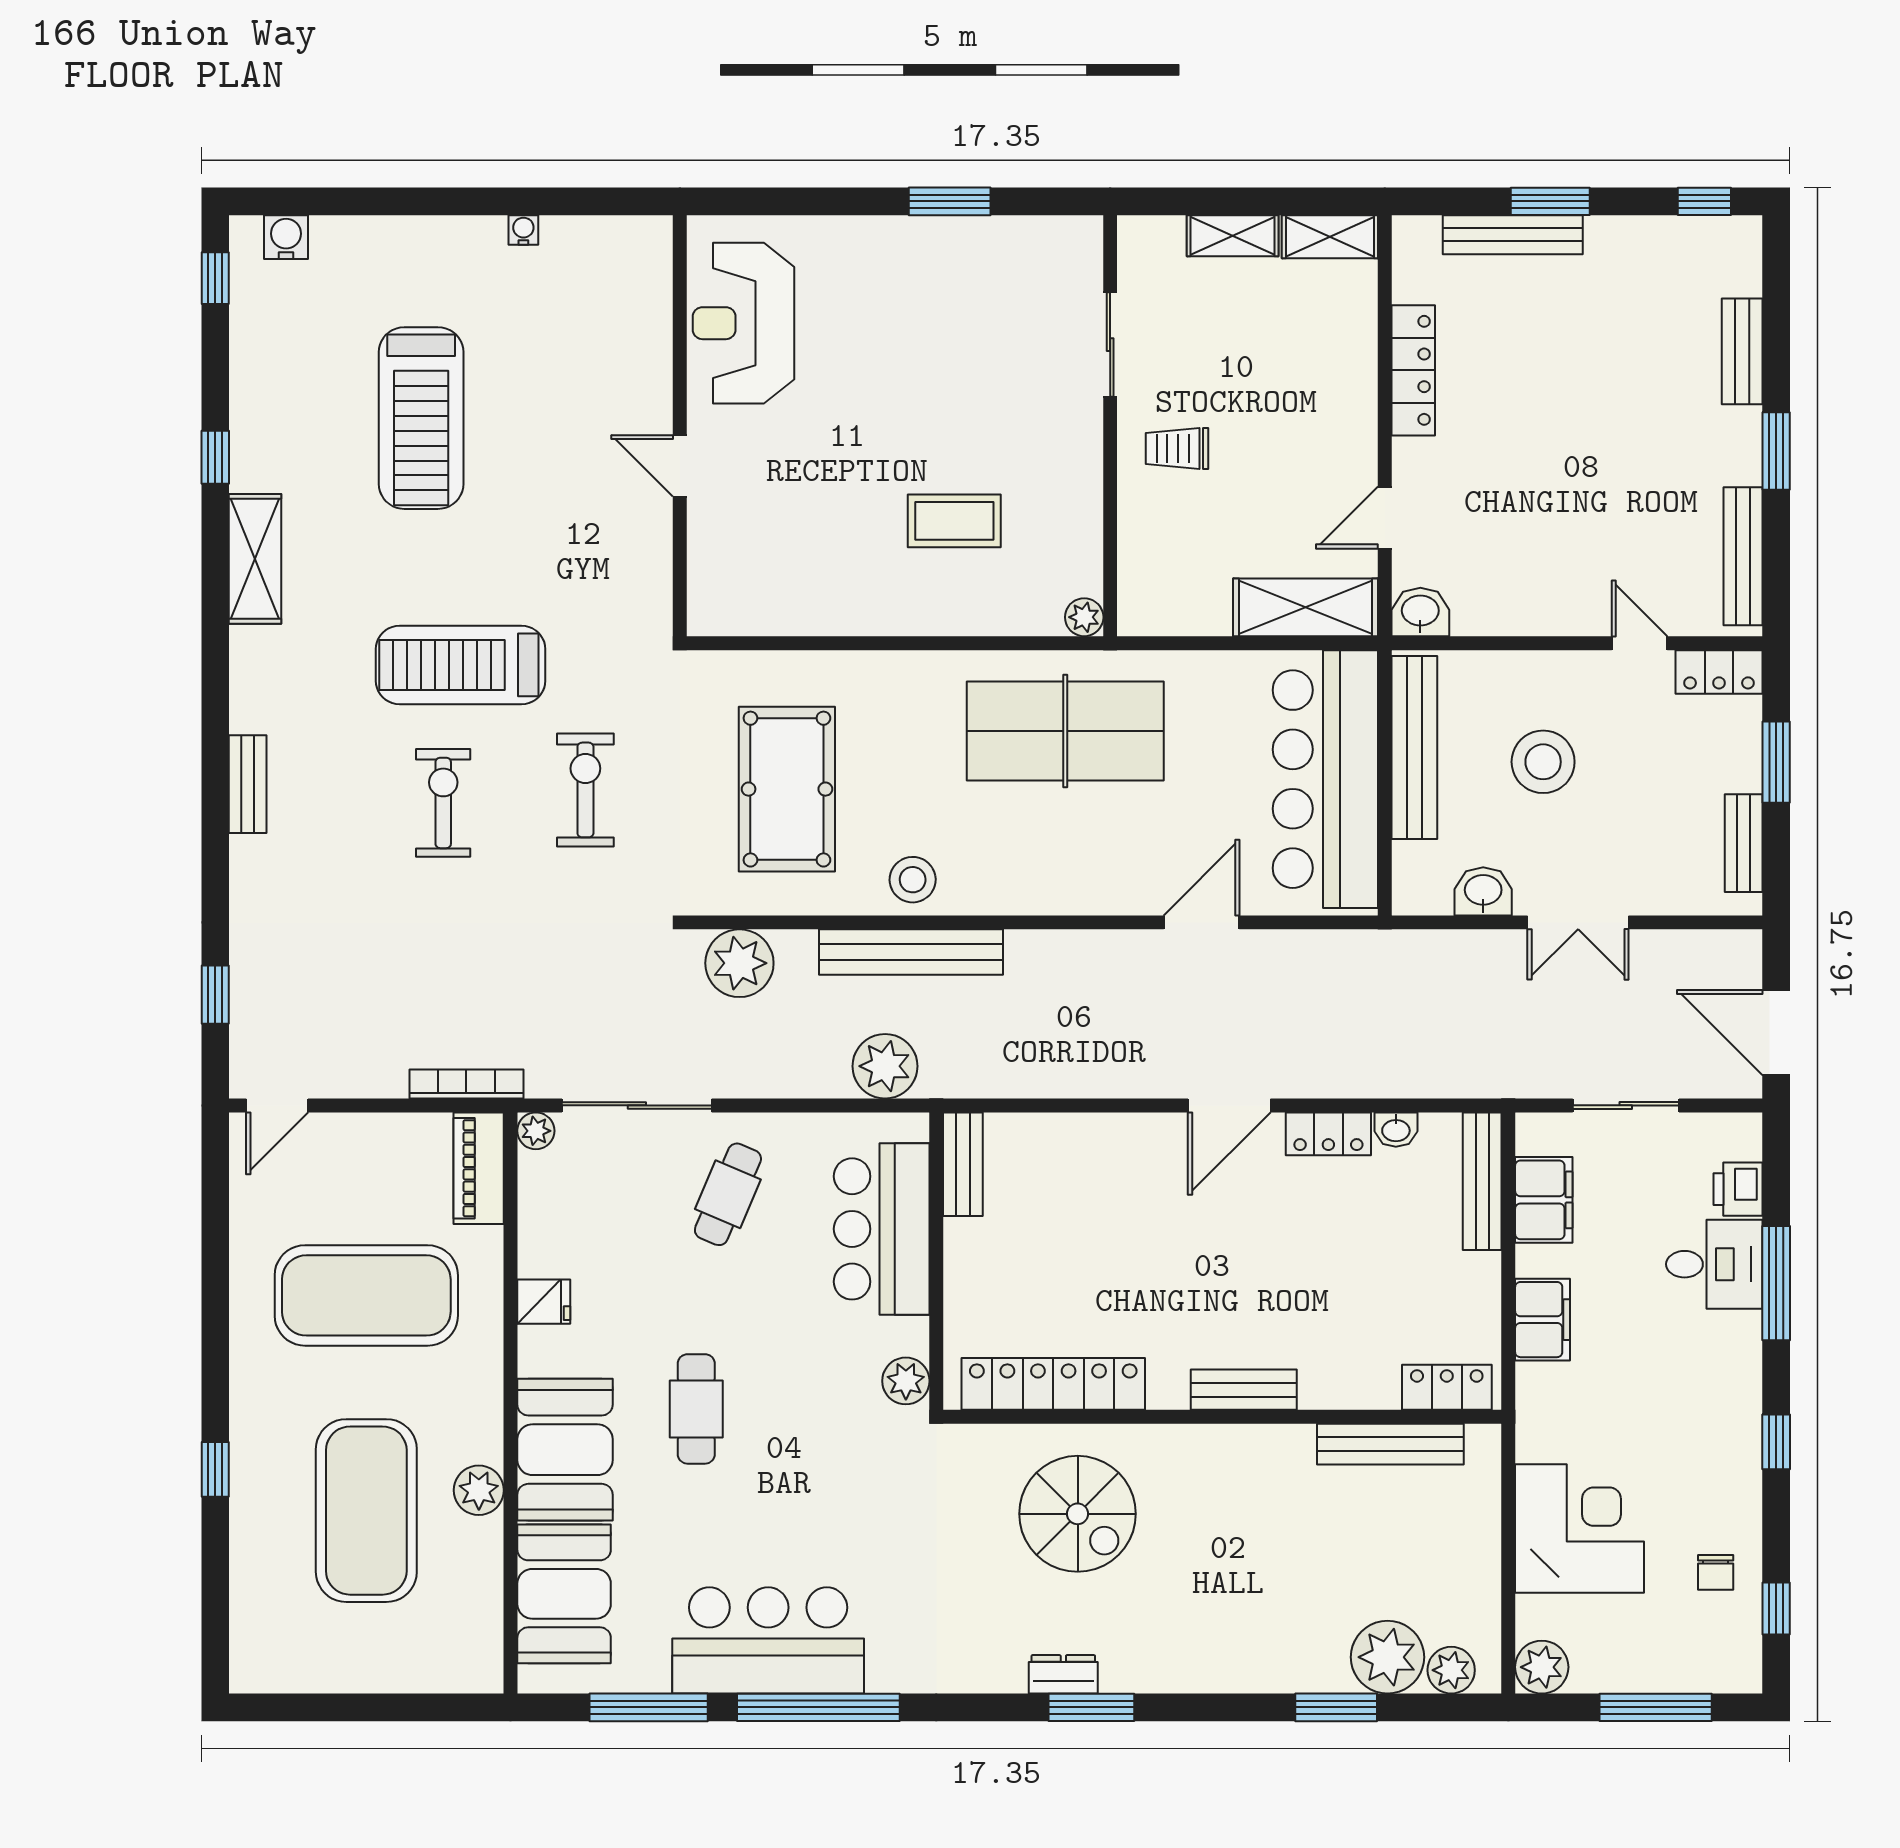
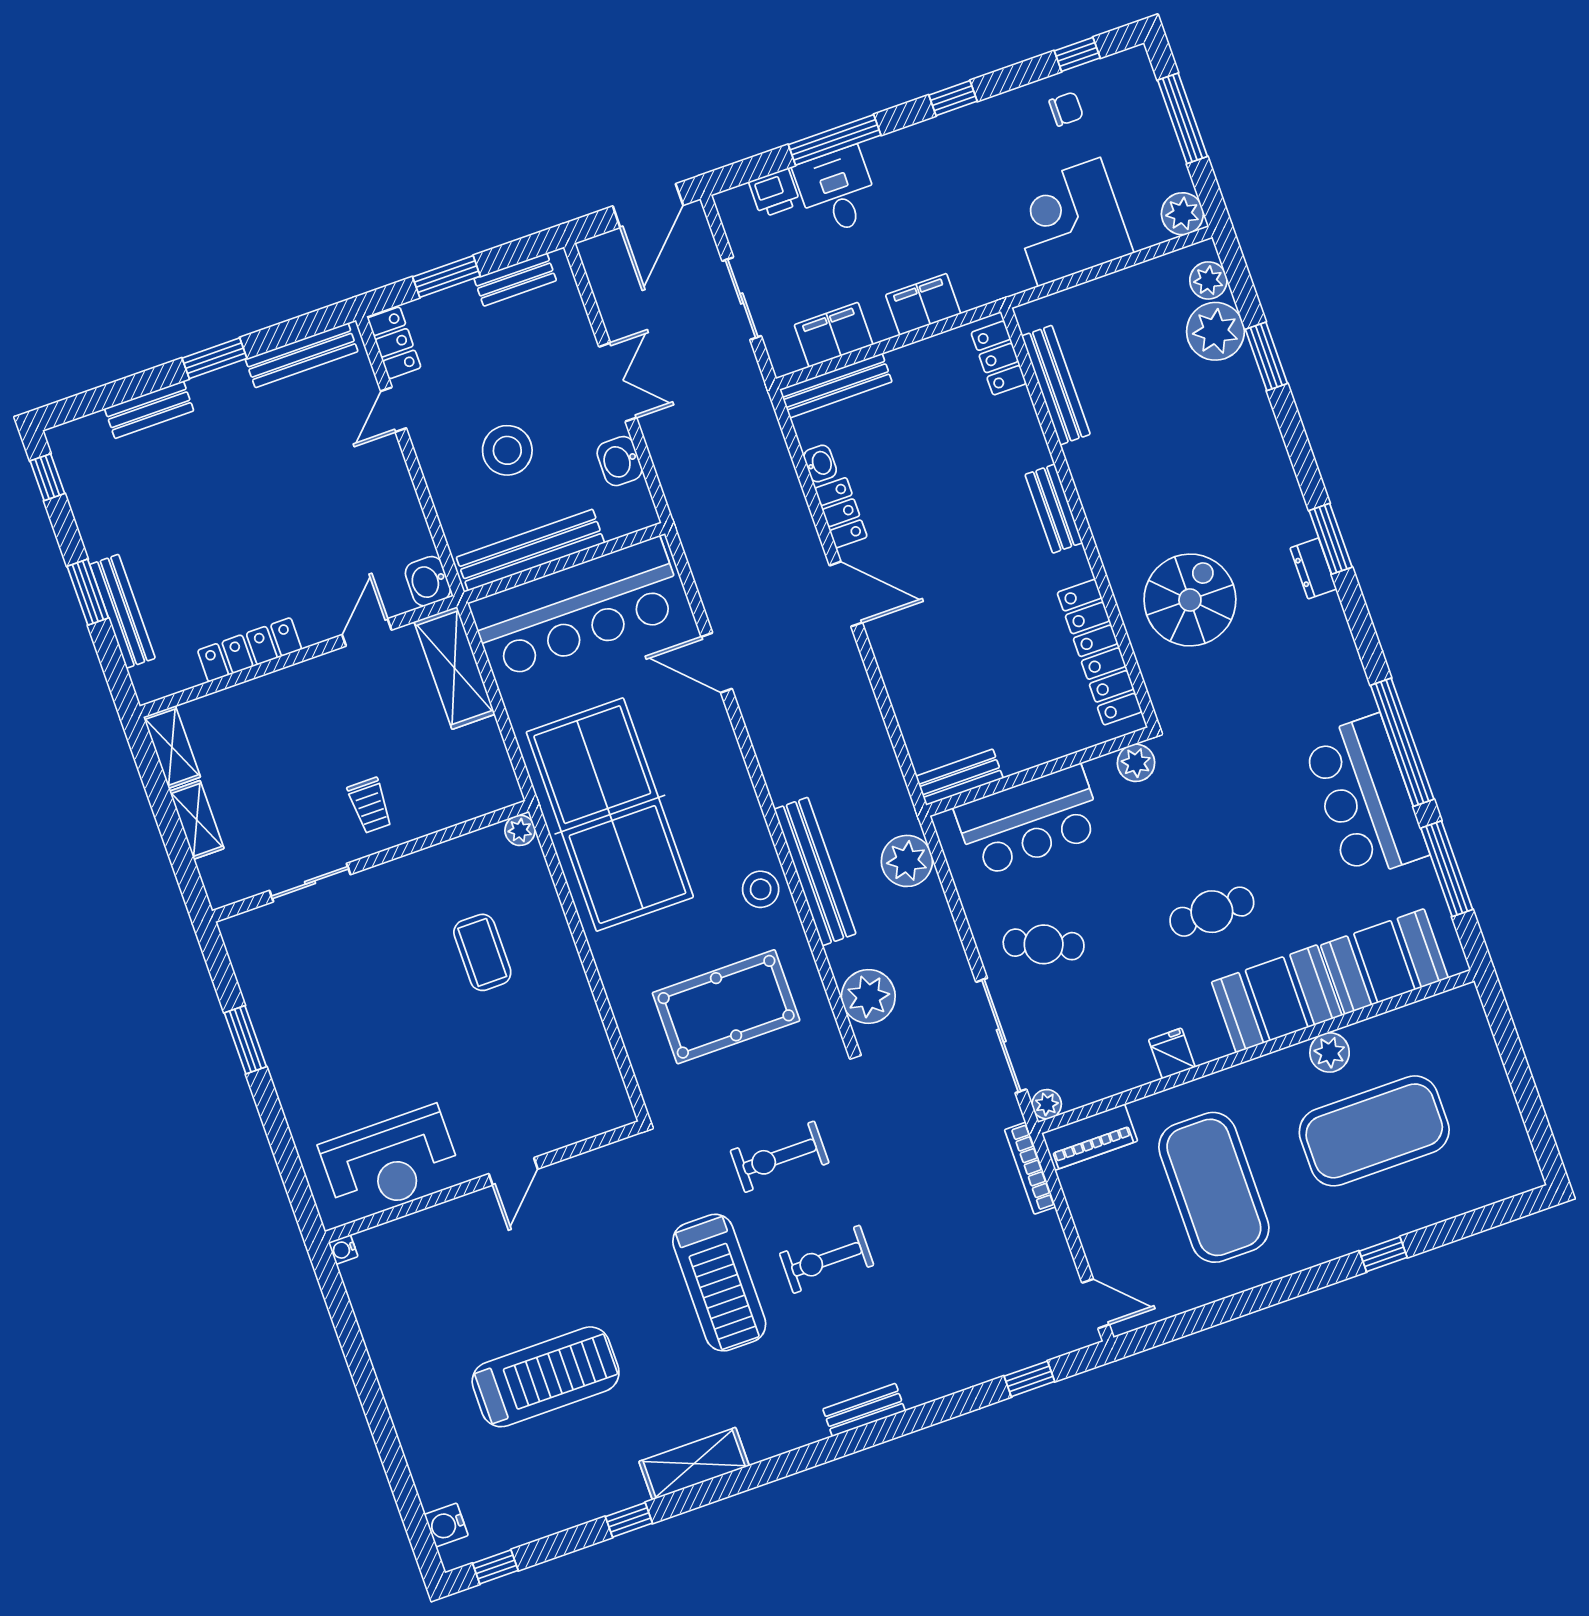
water cooler: (523, 230) -> (343, 1249), moved
door: (1385, 518) -> (367, 632), swing flipped
table tennis table: (1065, 731) -> (610, 815), width x1.36, depth x1.32

